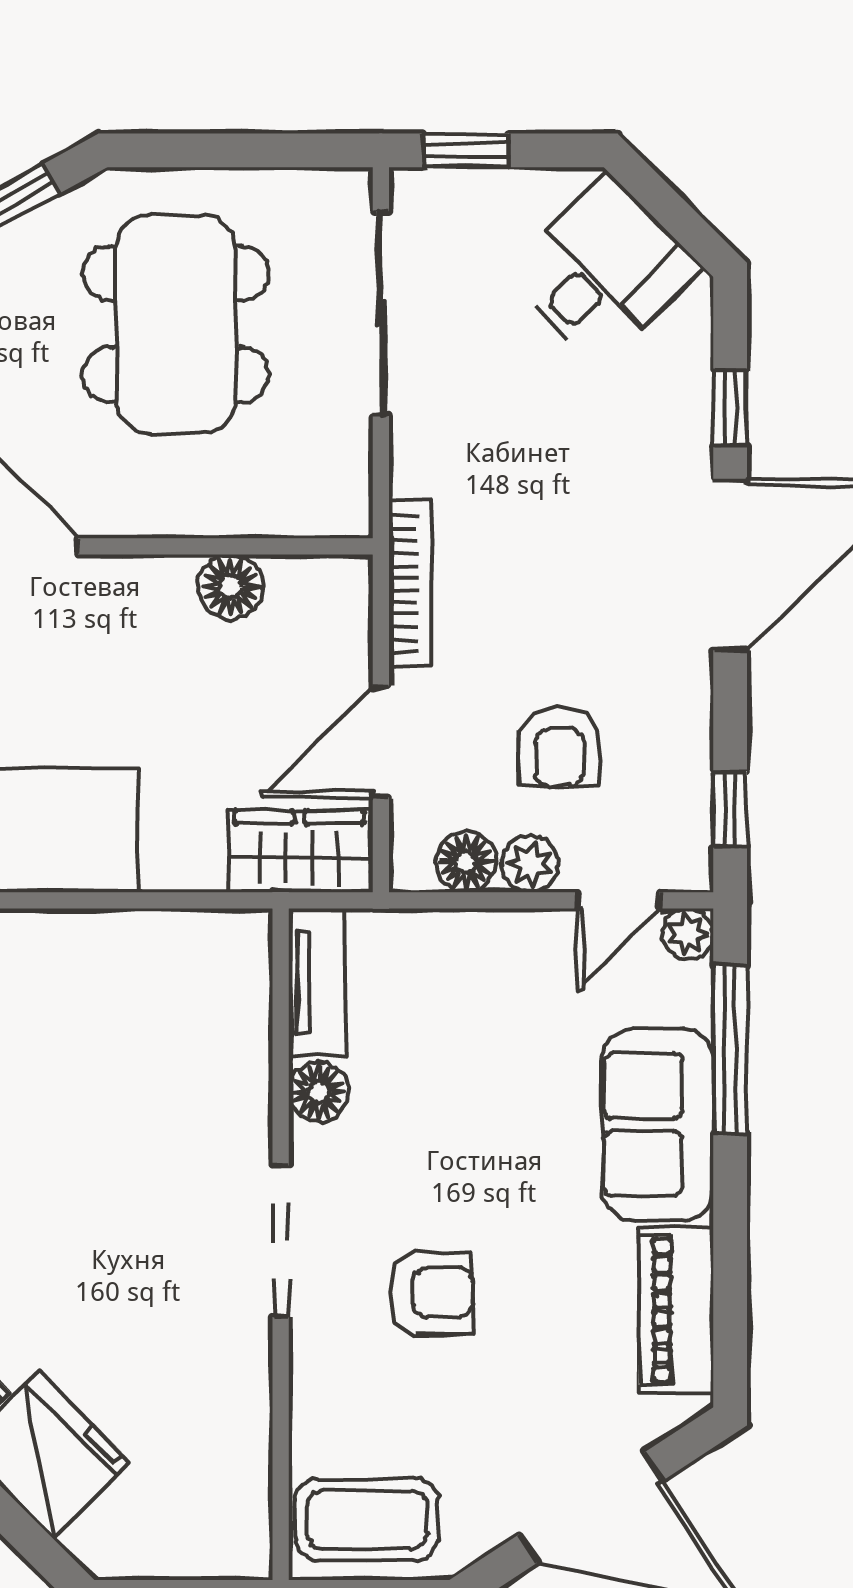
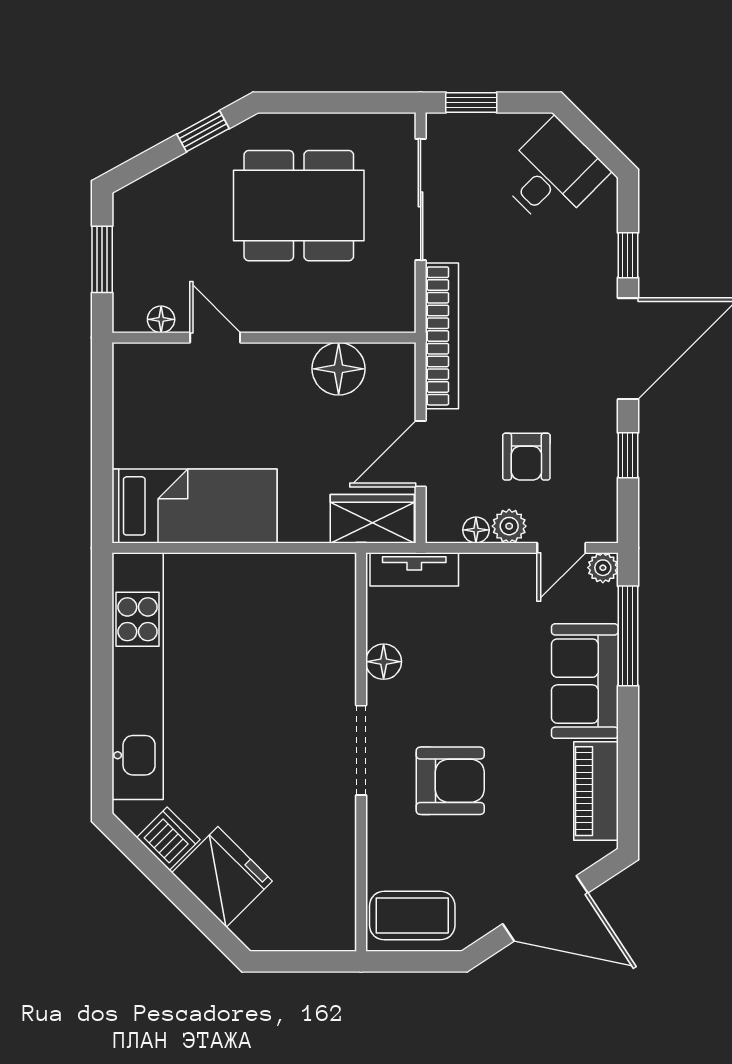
dining table: (176, 324) -> (299, 206), turned 90
bookcase: (410, 583) -> (442, 336), width x1.48, depth x1.31
floor lamp: (231, 587) -> (339, 369), width x1.38, depth x1.38
window: (730, 809) -> (628, 455), moved
floor lamp: (466, 862) -> (476, 530), width x0.73, depth x0.73
tv unit: (317, 983) -> (414, 569), moved, turned 90
armchair: (431, 1293) -> (450, 781), width x1.38, depth x1.38

